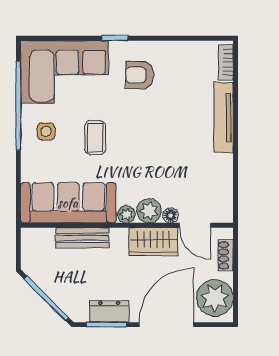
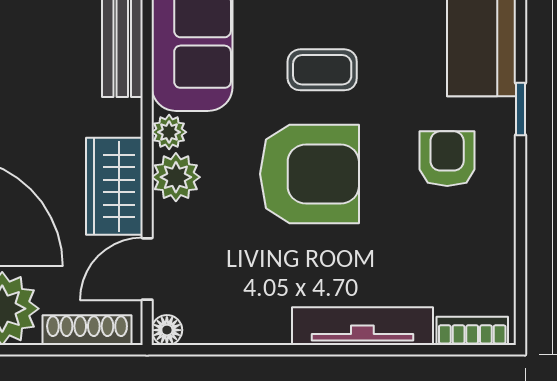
armchair: (147, 144) -> (309, 174), added
floor lamp: (171, 215) -> (167, 330), moved
shoe rack: (226, 255) -> (87, 330), width x1.43

